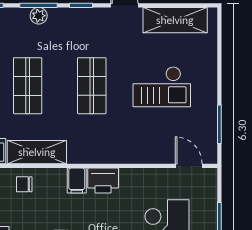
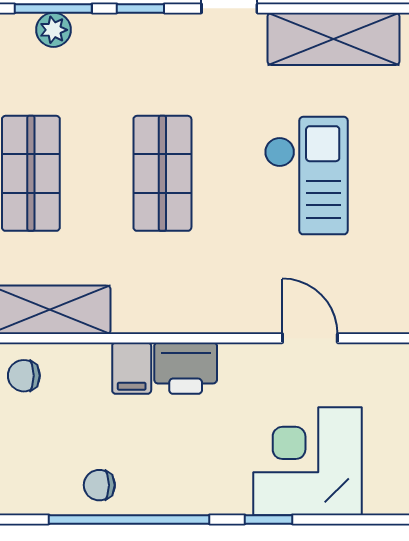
checkout: (162, 87) -> (306, 176), turned -90
door: (189, 166) -> (310, 338), moved

